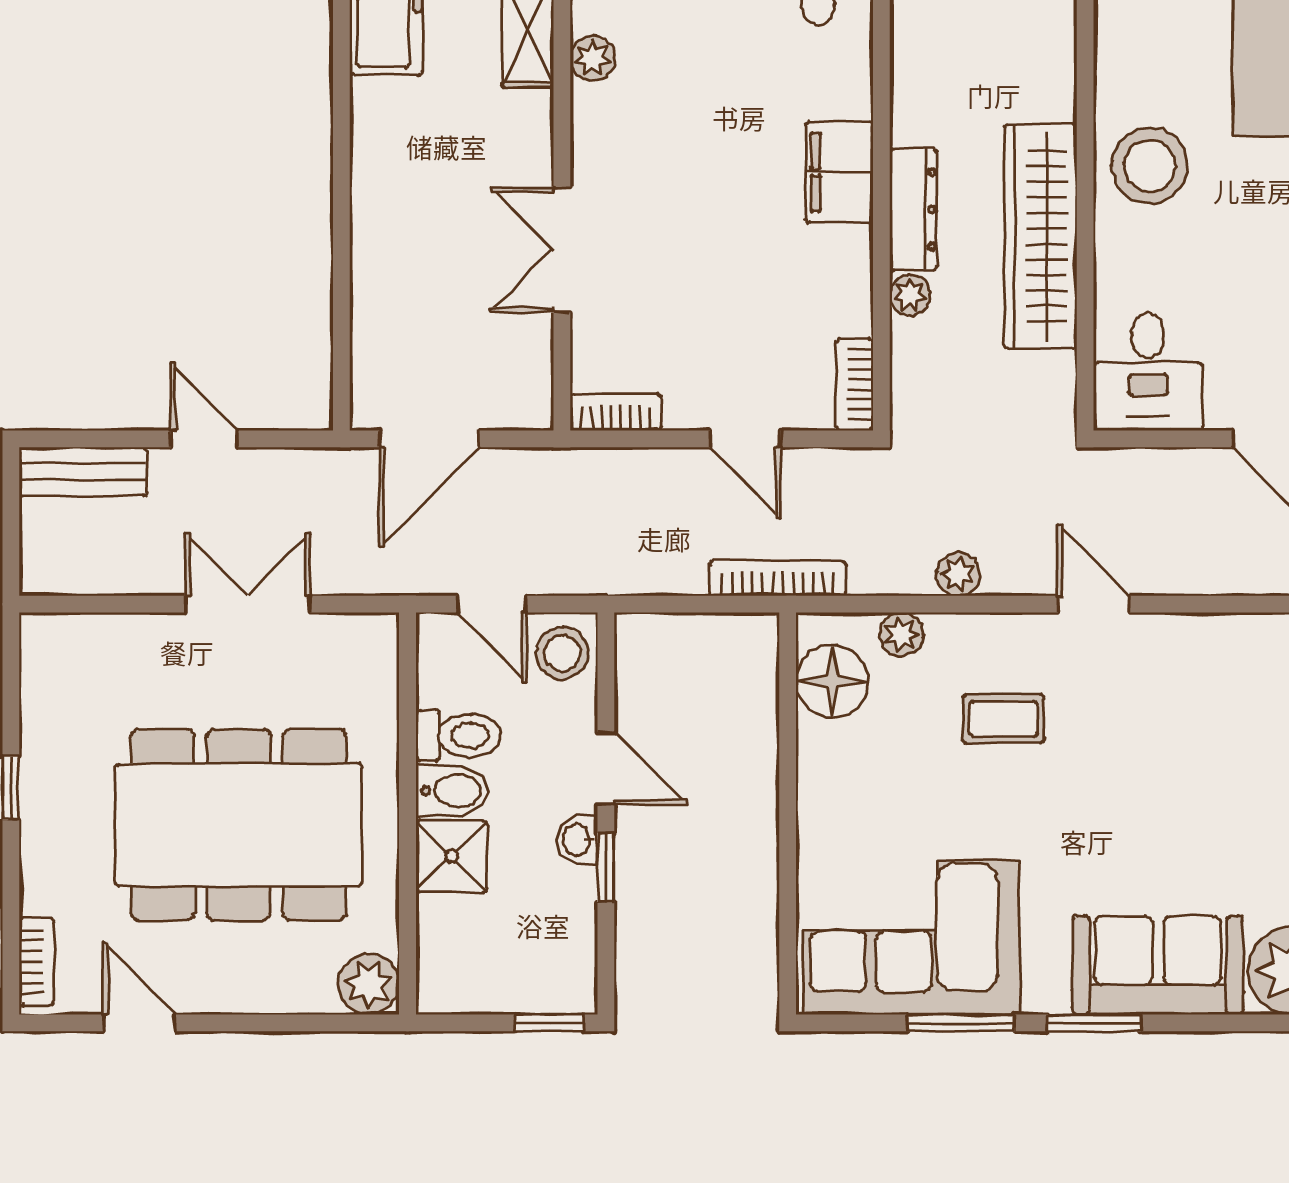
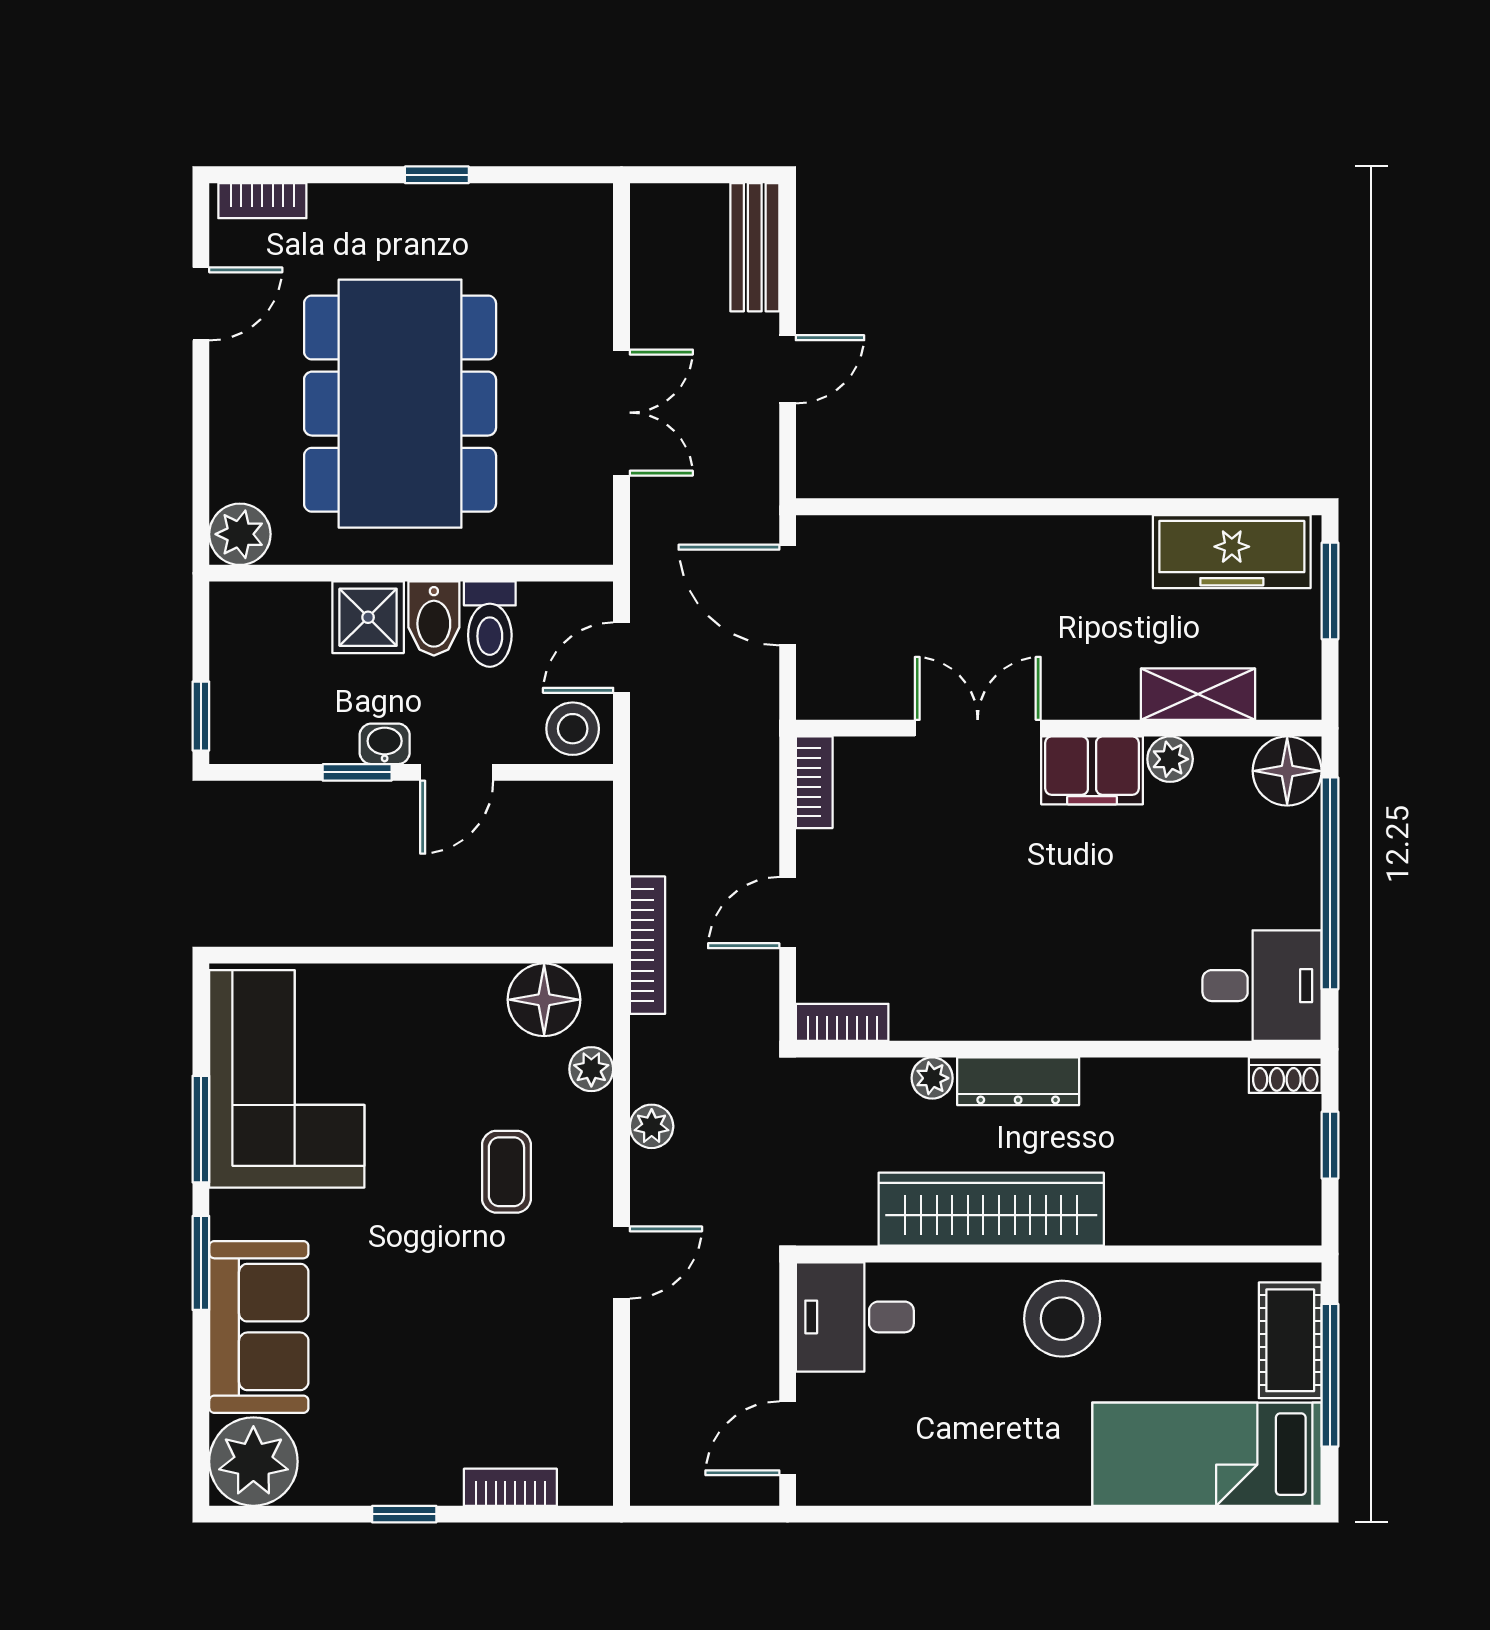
filing cabinet: (839, 172) -> (1092, 770), moved, turned 180

